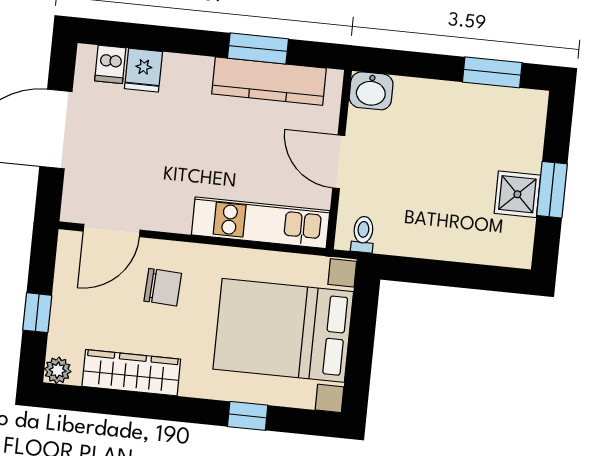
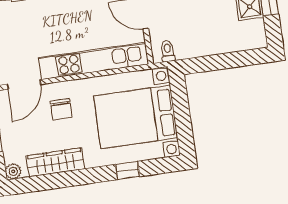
kitchen unit: (261, 223) -> (93, 61), width x1.36
chair: (163, 287) -> (61, 109), turned 87

